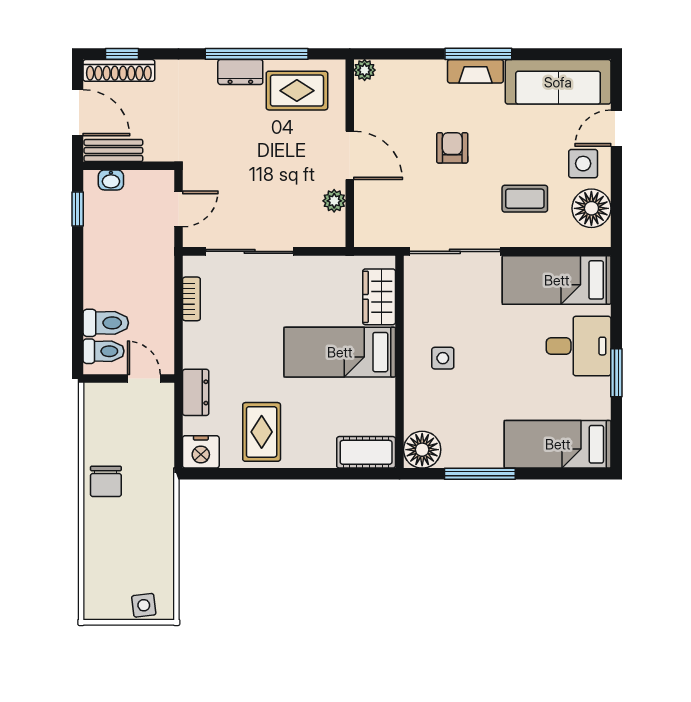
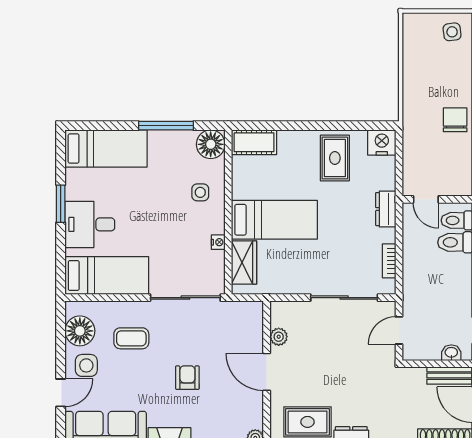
armchair: (452, 148) -> (187, 378), turned 180
nightstand: (412, 323) -> (218, 242), added
side table: (443, 358) -> (200, 192), moved
dresser: (196, 392) -> (386, 209), moved
side table: (144, 605) -> (452, 32), moved

